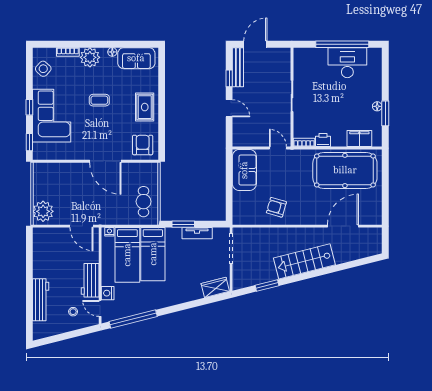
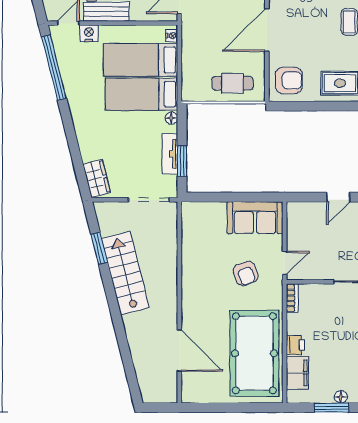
printer: (323, 140) -> (295, 345), moved
cafe table: (144, 202) -> (232, 83), moved
armchair: (276, 207) -> (246, 273), moved, turned 144
window: (183, 224) -> (182, 161), moved
floor lamp: (171, 232) -> (171, 118), added
stairs: (304, 261) -> (125, 273), moved

